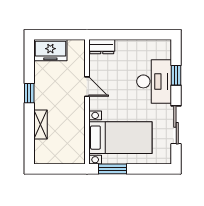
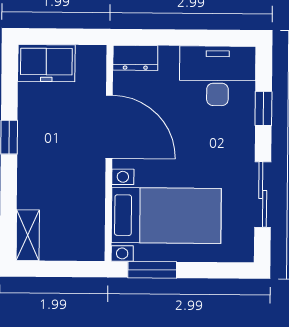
desk: (154, 81) -> (218, 76), moved, turned -90
door: (87, 87) -> (109, 127), width x1.87
shelving: (41, 125) -> (28, 235), moved

